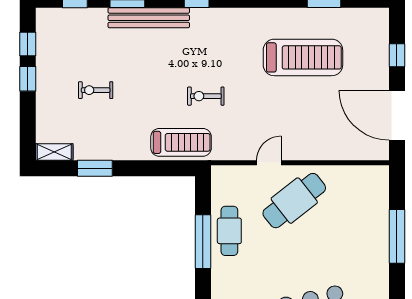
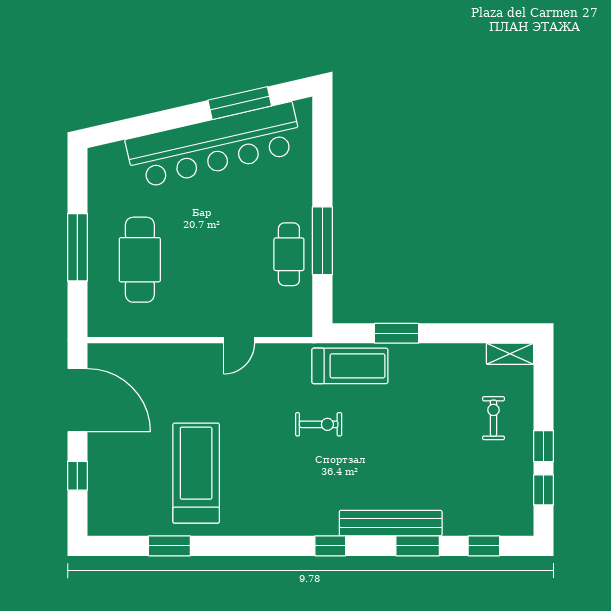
treadmill: (303, 57) -> (196, 473), turned 90
exercise bike: (96, 90) -> (493, 418), moved, turned -90
treadmill: (181, 142) -> (350, 366), turned 180
window: (95, 168) -> (397, 333), moved
cafe table: (294, 201) -> (140, 260), moved, turned -52

